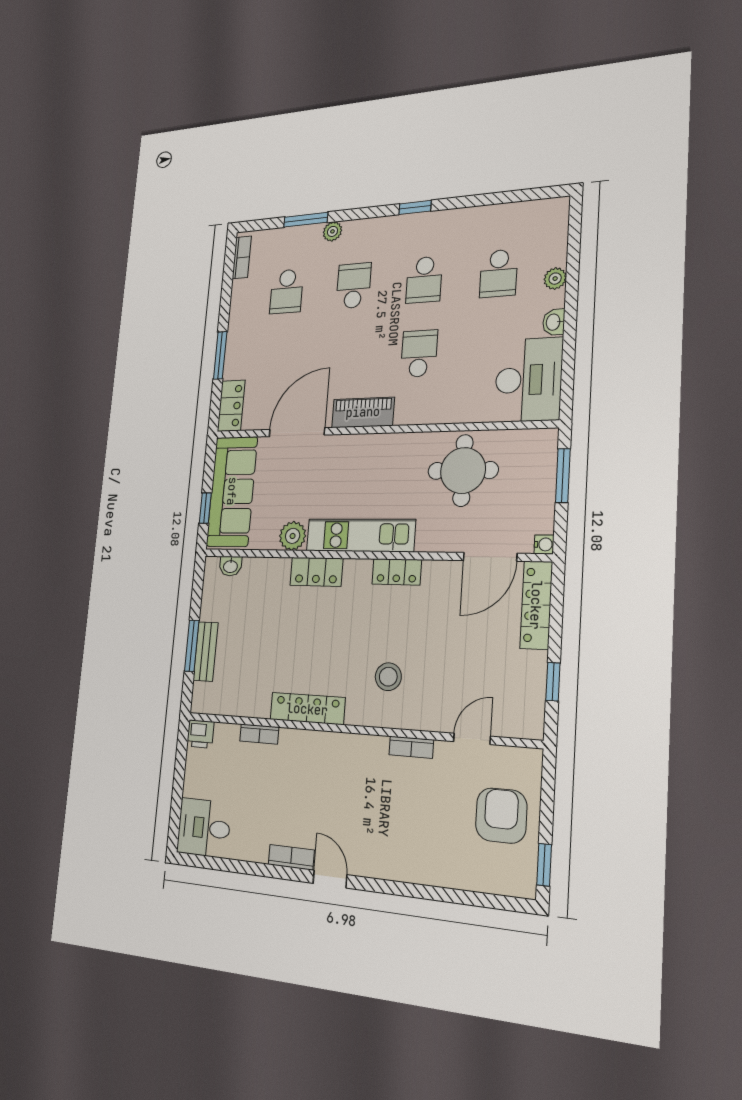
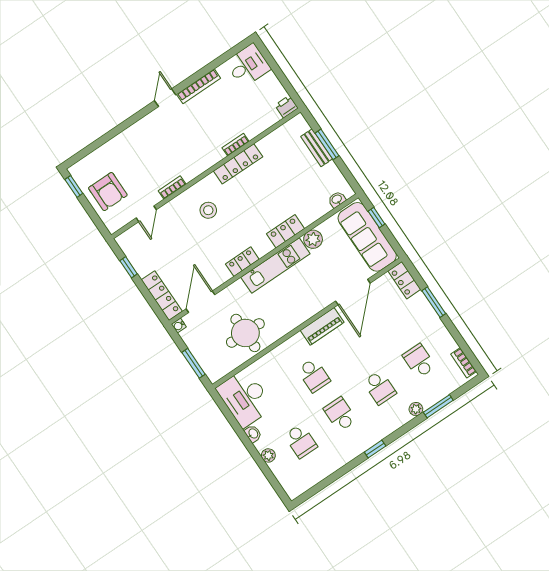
school desk: (499, 273) -> (301, 441), turned 180
bookcase: (259, 734) -> (236, 145), moved
bookcase: (291, 857) -> (199, 86), width x1.56
door: (330, 879) -> (165, 98), swing flipped

